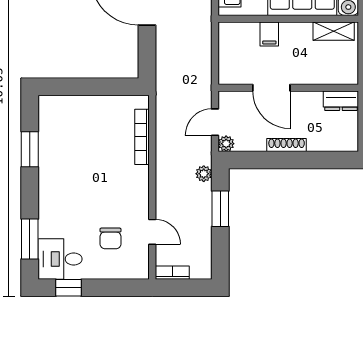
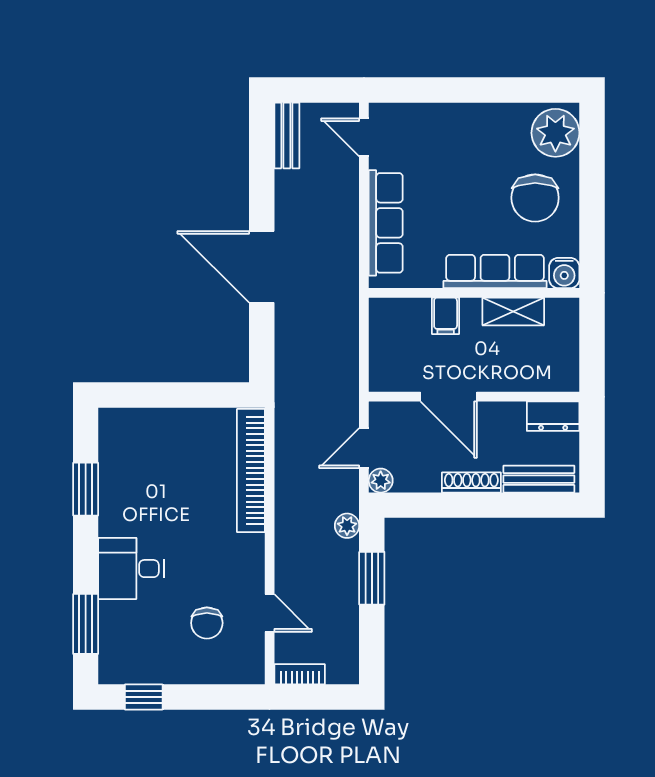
shelving: (334, 31) -> (513, 311), moved
bookcase: (142, 137) -> (251, 471), width x1.48, depth x1.31
bench: (331, 143) -> (539, 479), added
desk: (60, 259) -> (131, 569), moved

